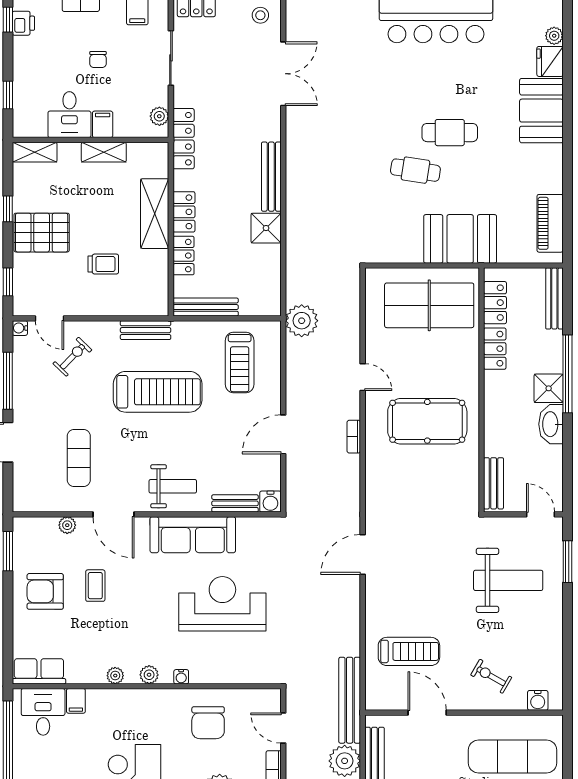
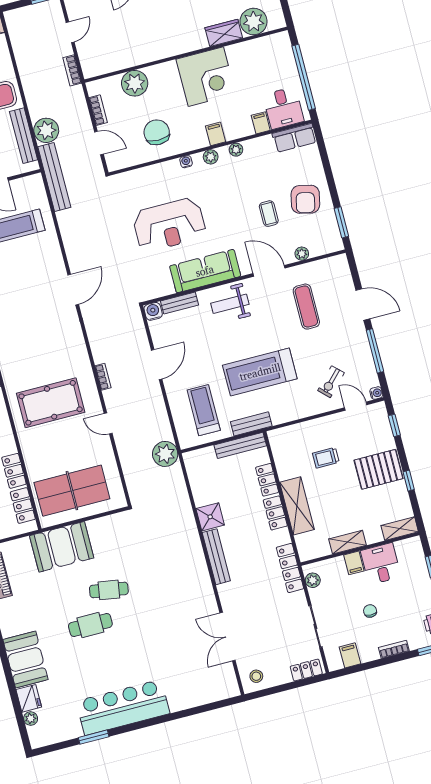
bench: (146, 330) -> (251, 424), moved
armchair: (45, 591) -> (305, 199), turned 103
filing cabinet: (136, 702) -> (216, 134), added

